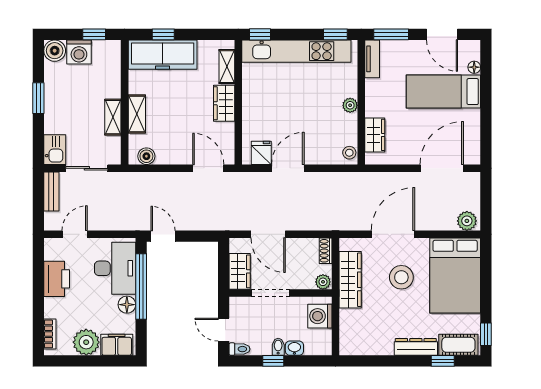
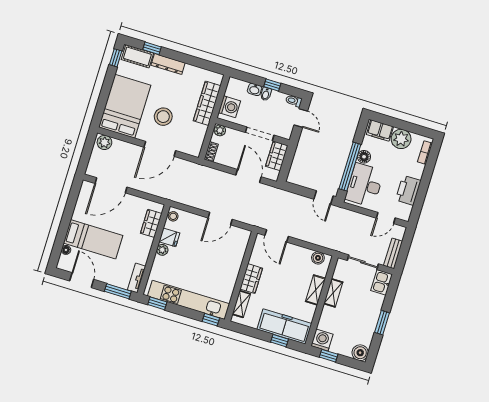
washing machine: (79, 52) -> (322, 340), moved
fridge: (261, 153) -> (169, 237), moved, turned -90
wardrobe: (350, 280) -> (207, 103), moved

